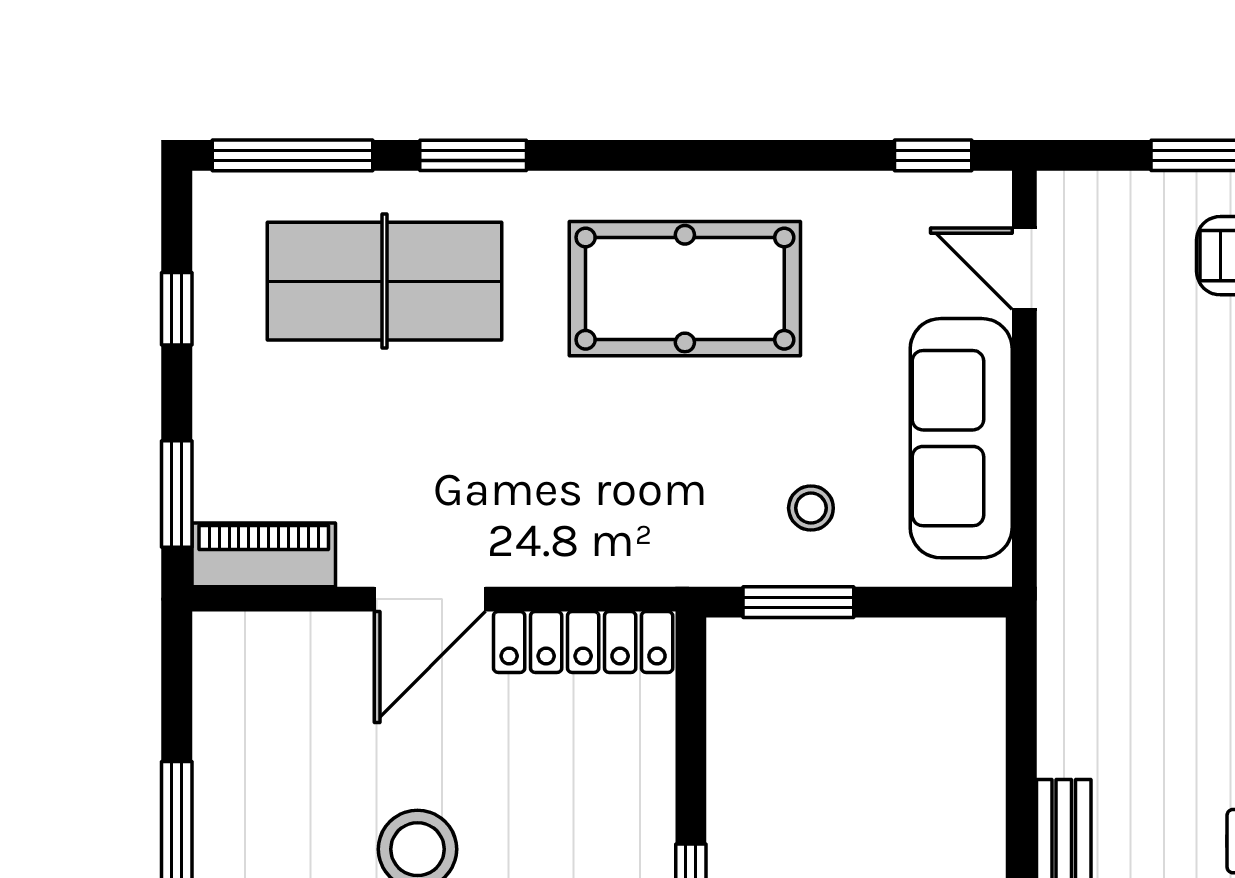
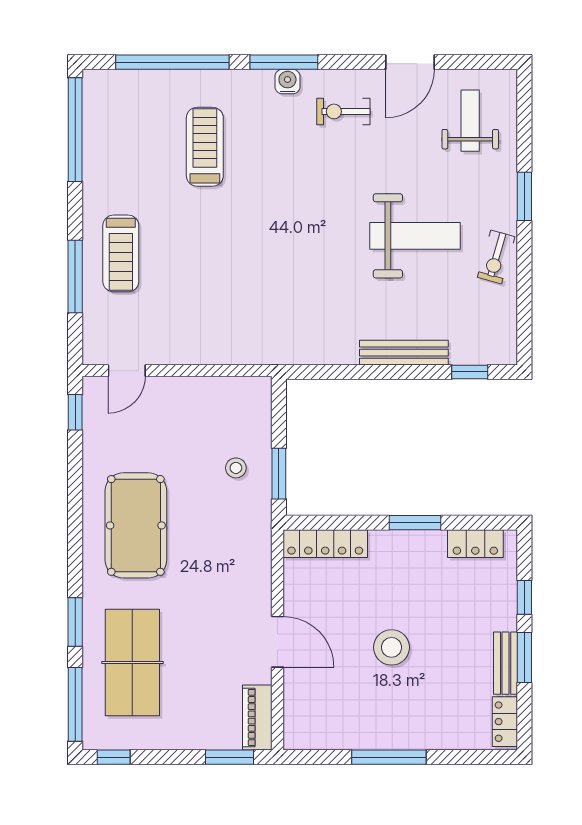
window: (177, 309) -> (114, 757), moved
sofa: (961, 438) -> (204, 399), removed
locker: (583, 642) -> (325, 544), moved, turned 90

